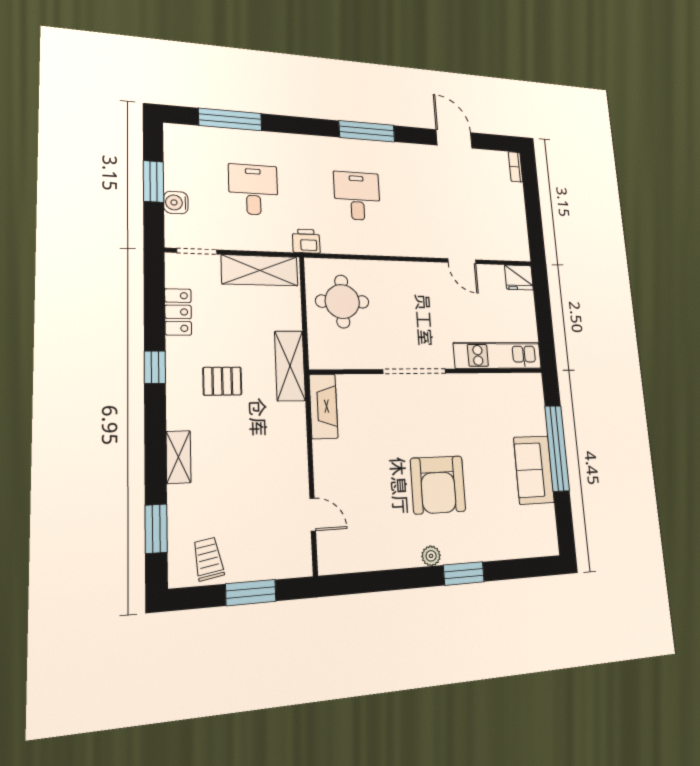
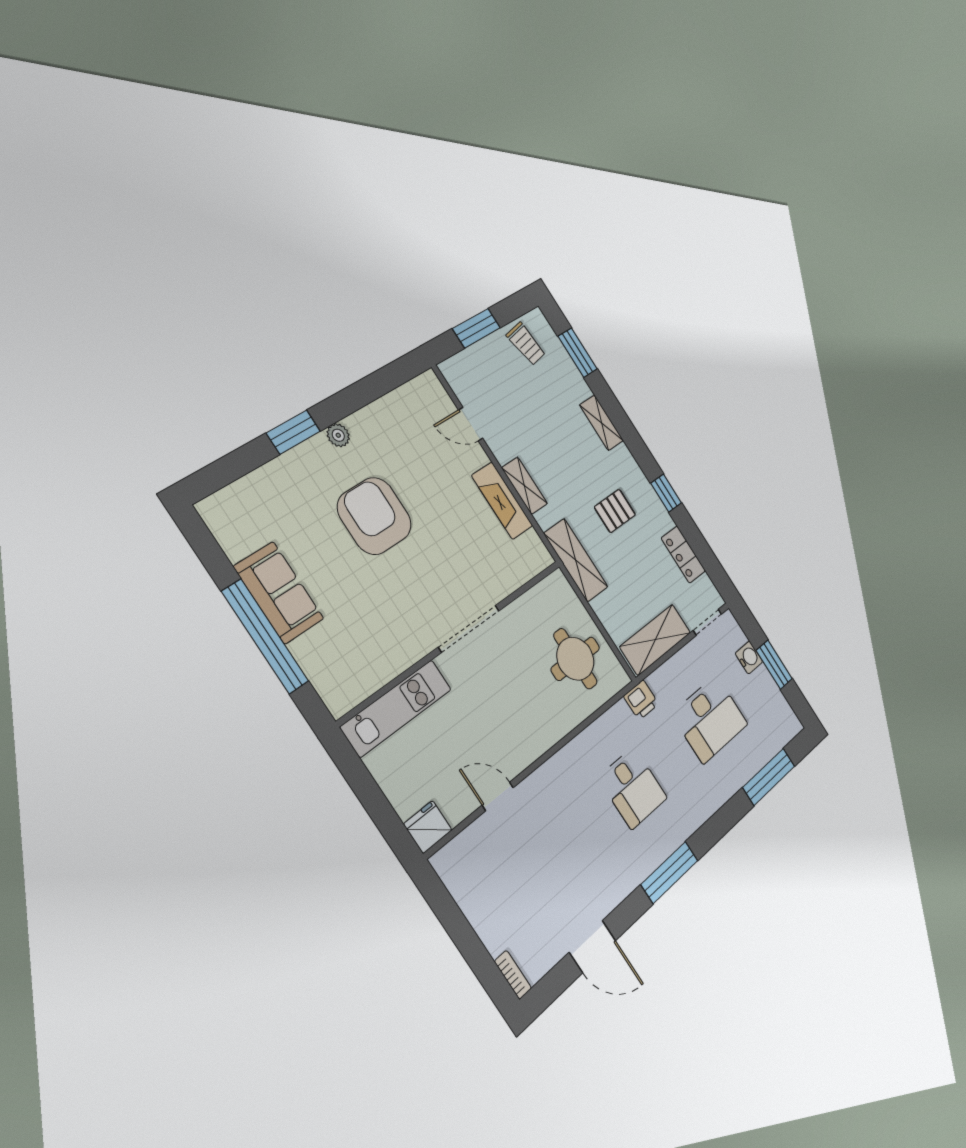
desk: (253, 190) -> (710, 719), width x1.37
fireplace: (323, 406) -> (502, 501), moved
shelving: (296, 444) -> (525, 486), added

